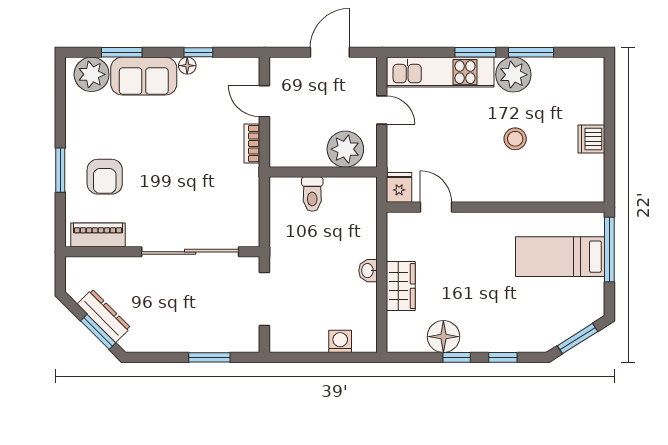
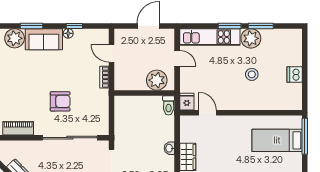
armchair: (105, 177) -> (60, 101), moved, turned -90
toilet: (312, 194) -> (169, 105), moved

